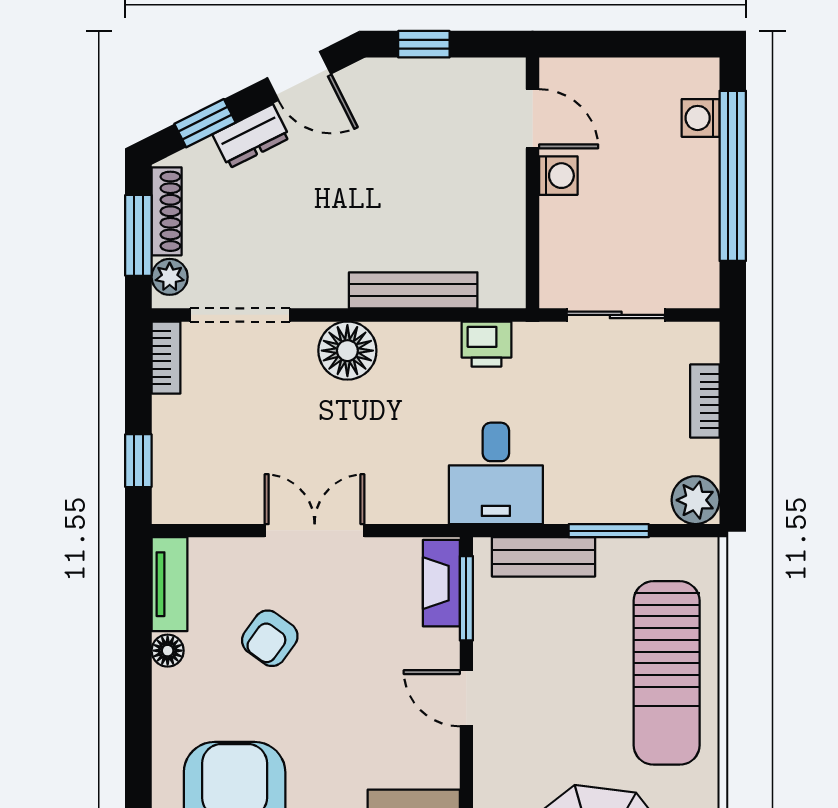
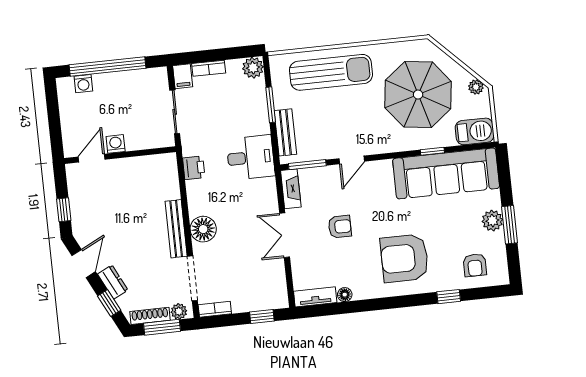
bench: (413, 290) -> (176, 229), moved
filing cabinet: (693, 341) -> (183, 76), added
fireplace: (441, 583) -> (291, 189), moved, turned -90
armchair: (270, 638) -> (340, 227), moved, turned -36

